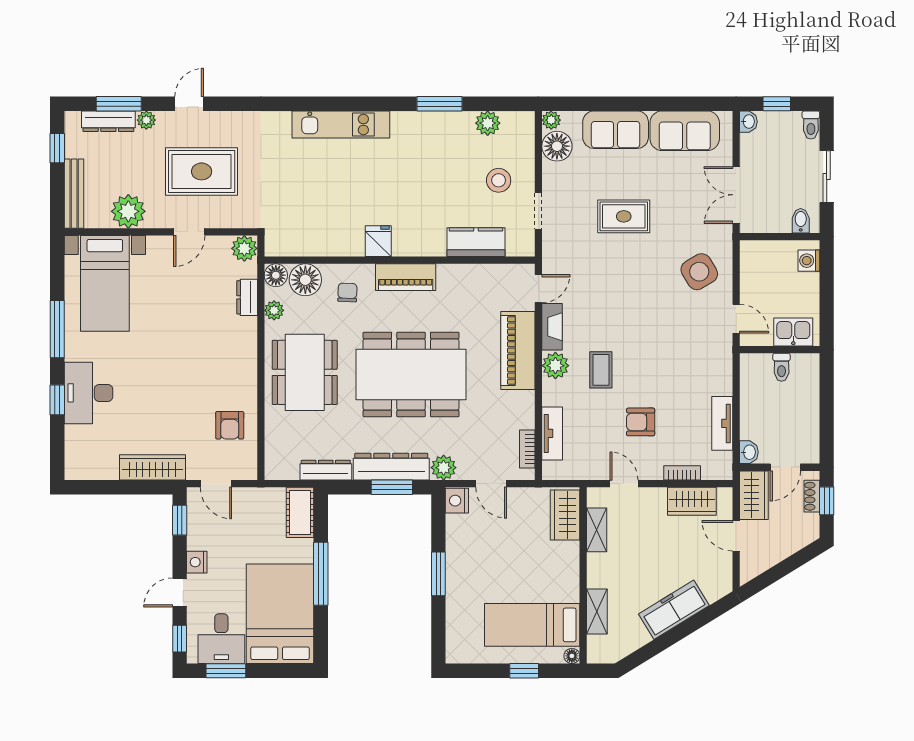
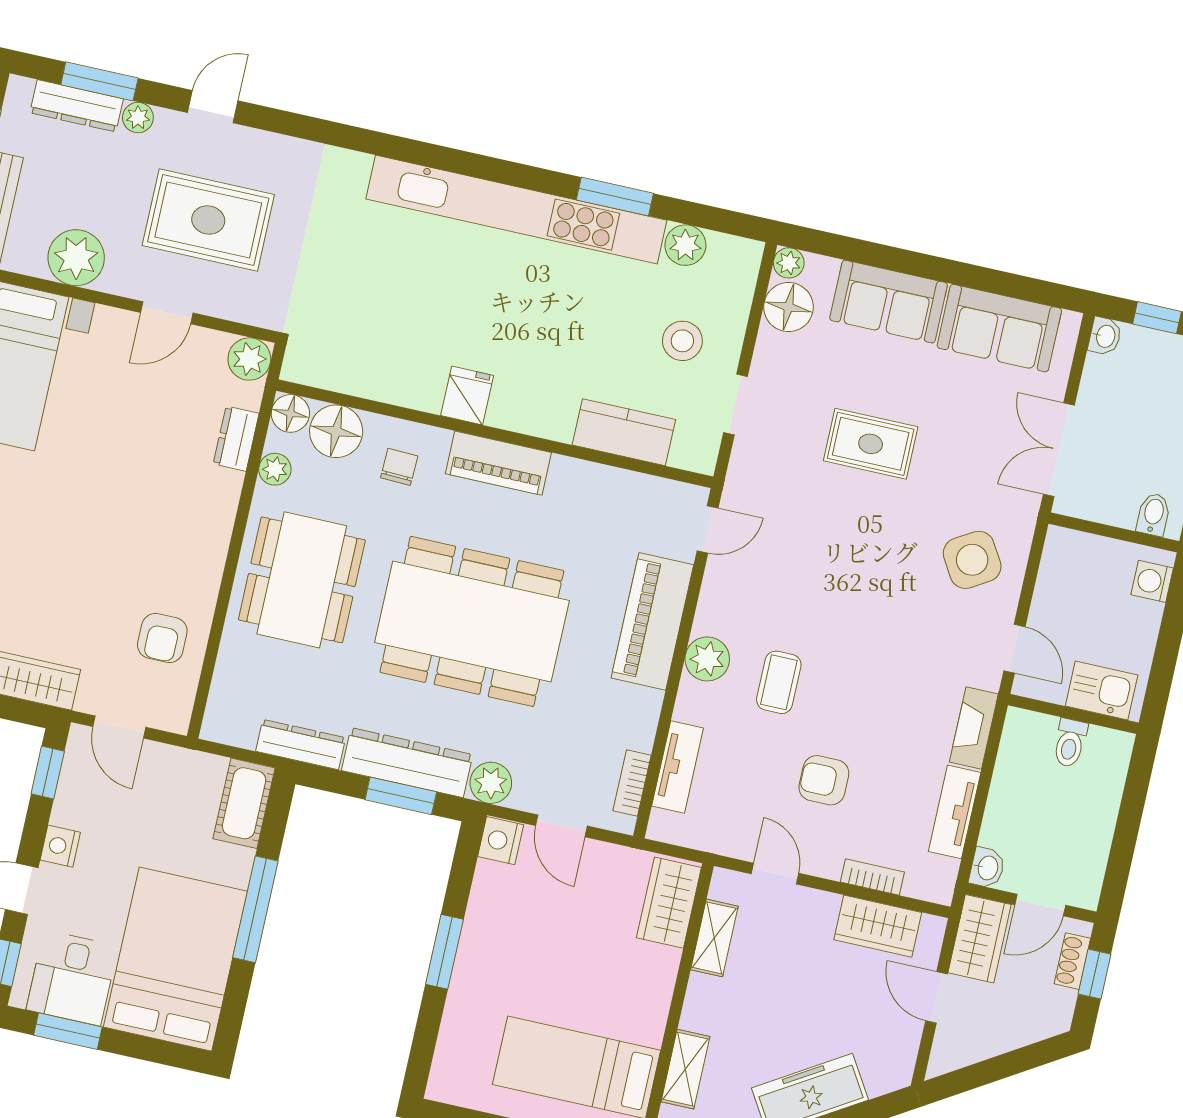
kitchen unit: (341, 124) -> (516, 210), width x1.86
fireplace: (552, 327) -> (974, 728), moved, turned 180

